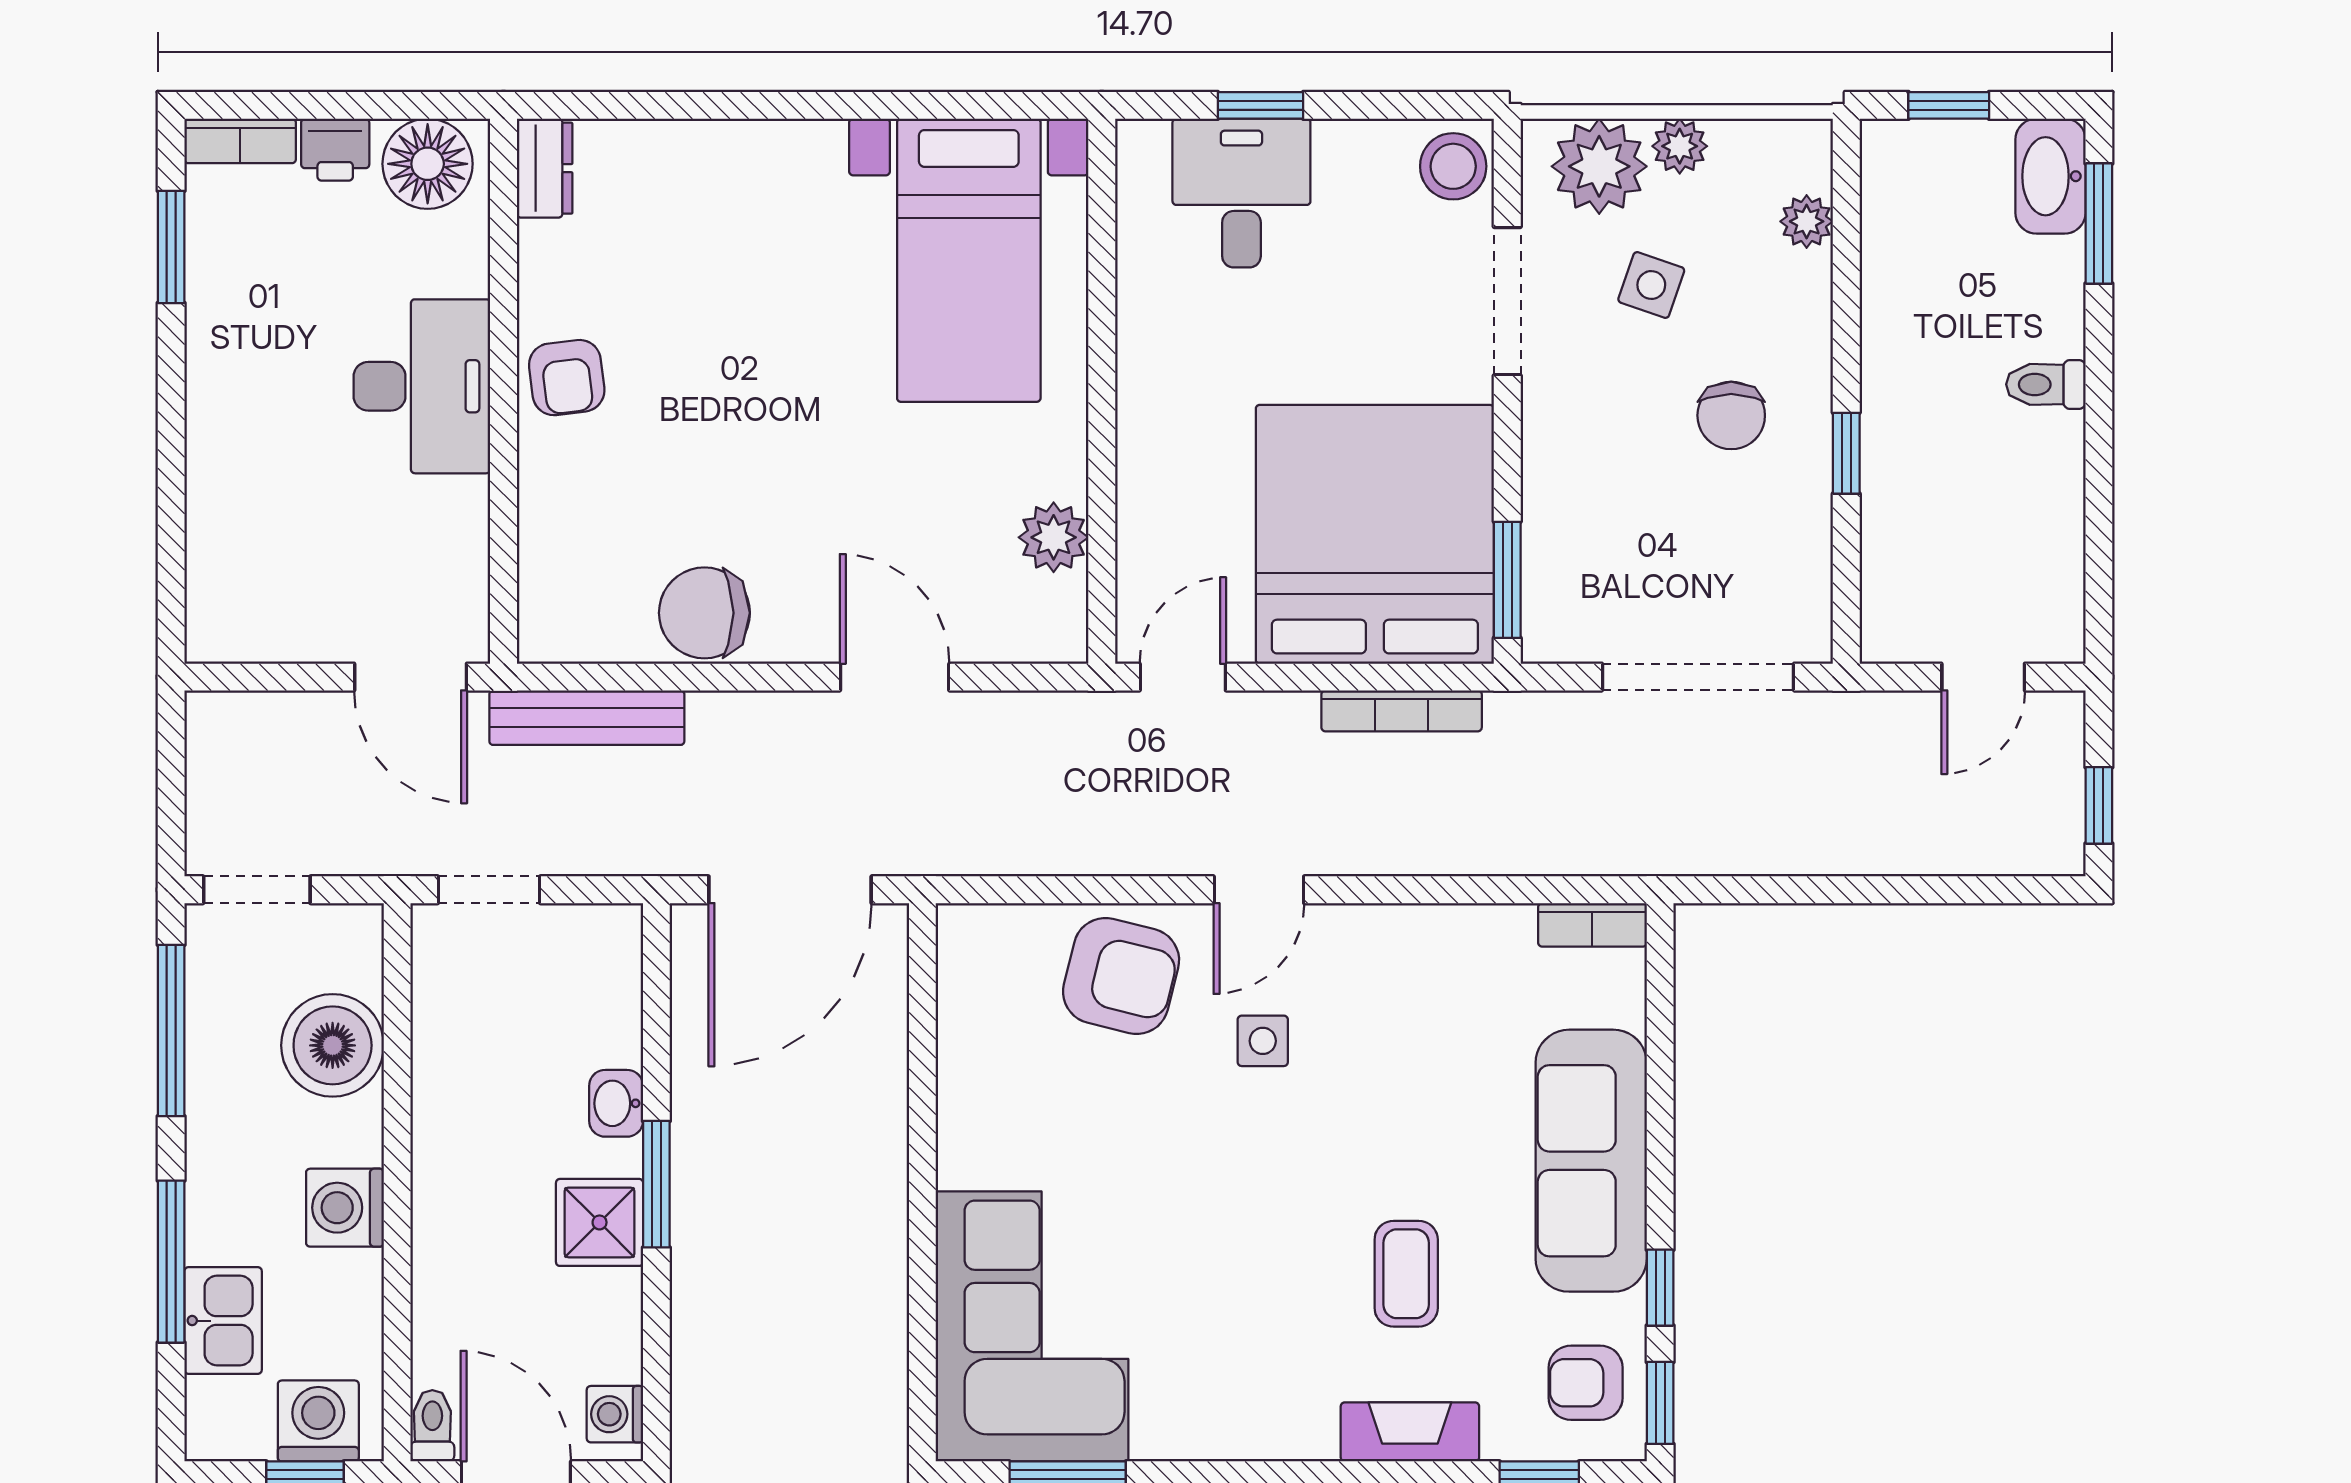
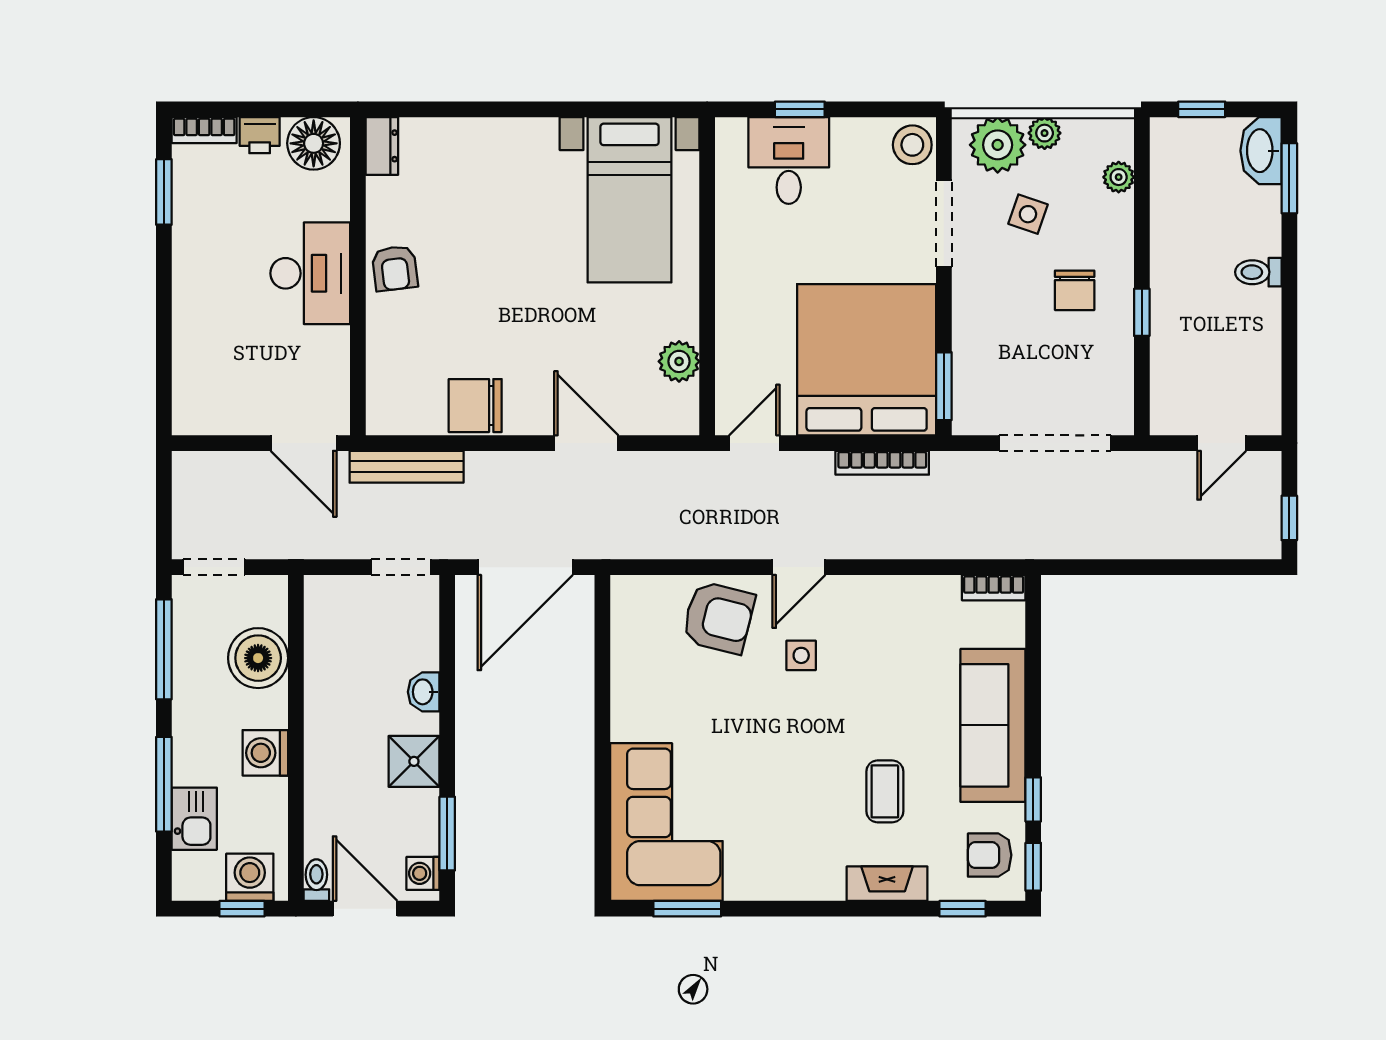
doorway: (489, 890) -> (401, 567), moved
window: (656, 1184) -> (447, 834), moved

